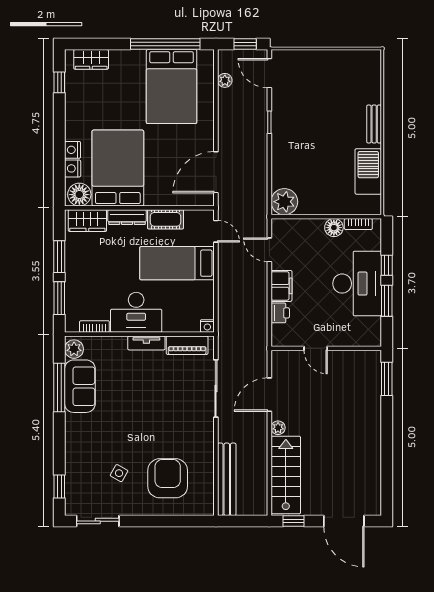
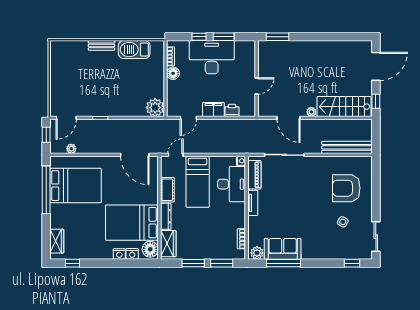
desk: (136, 312) -> (232, 184), moved

